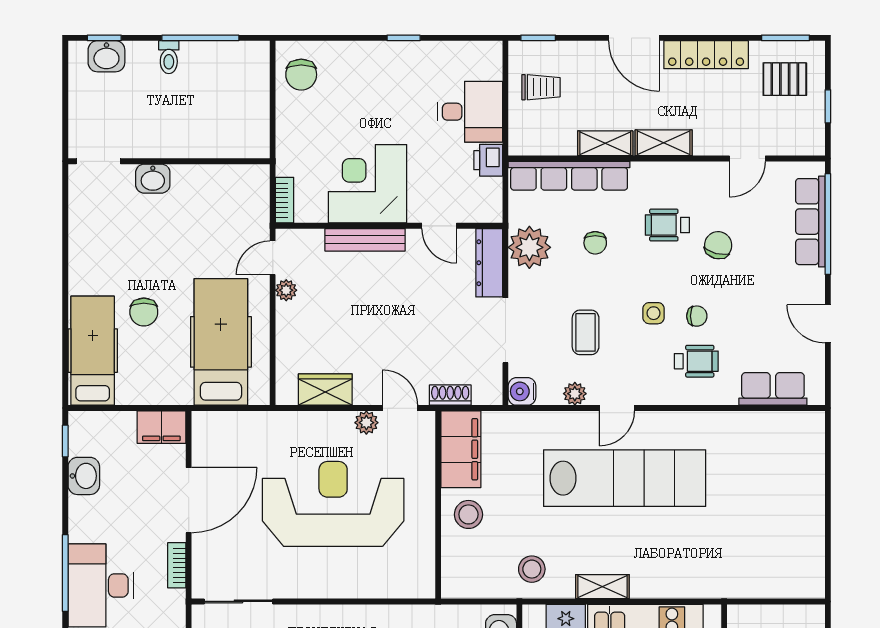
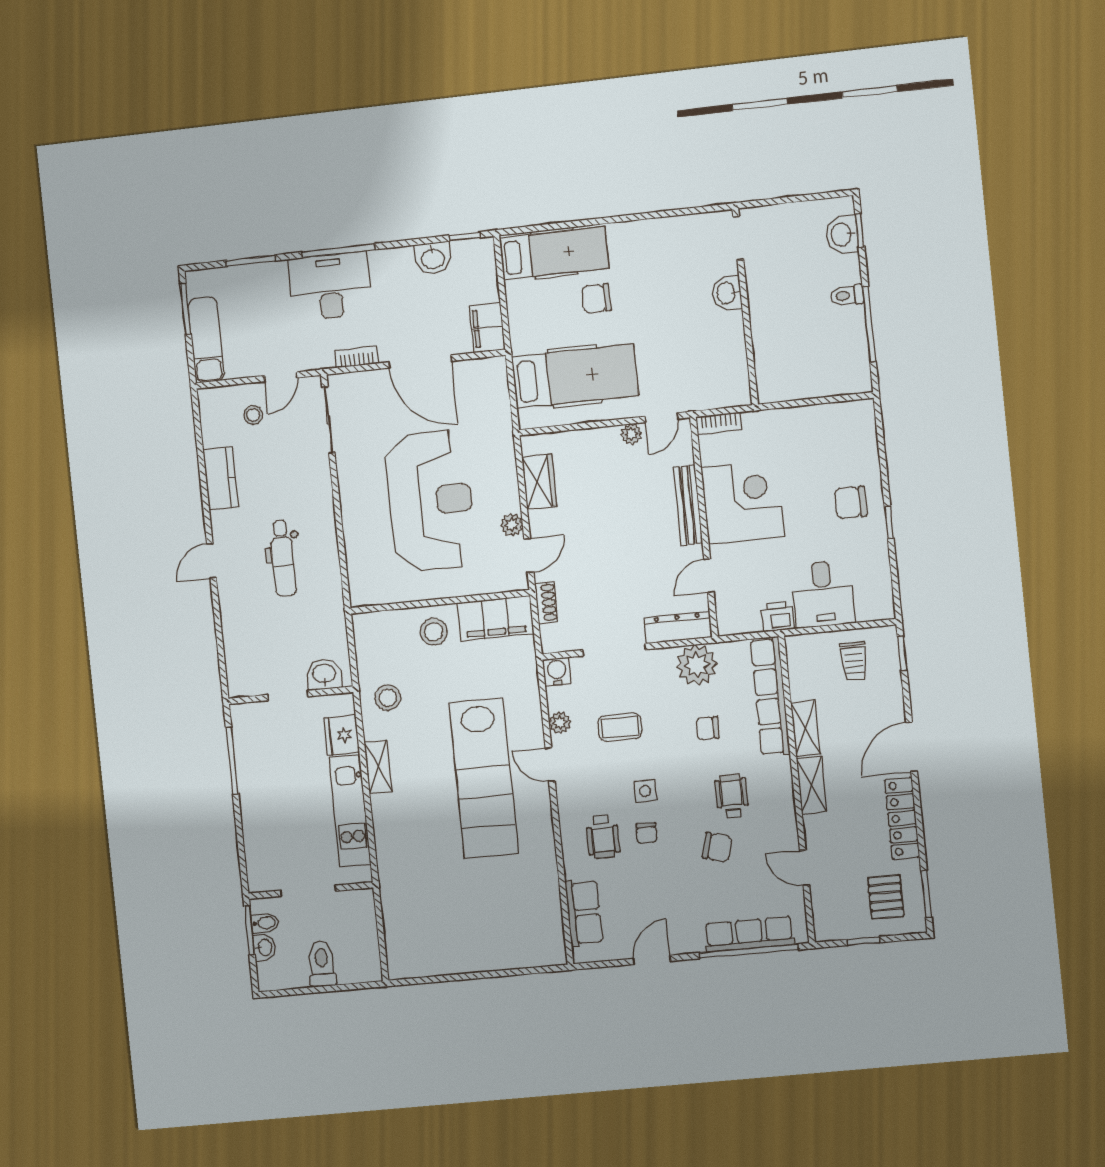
chair: (301, 75) -> (851, 502), moved
door: (273, 258) -> (661, 418), swing flipped

